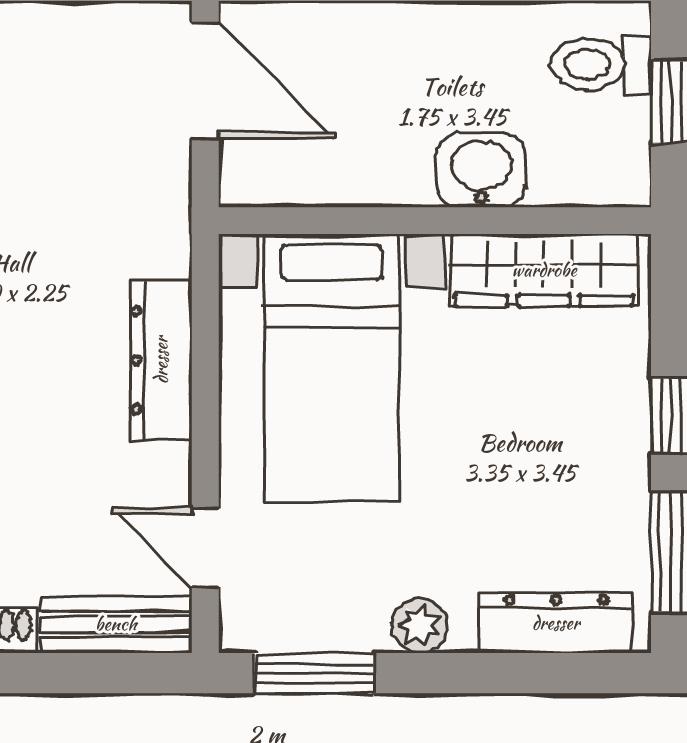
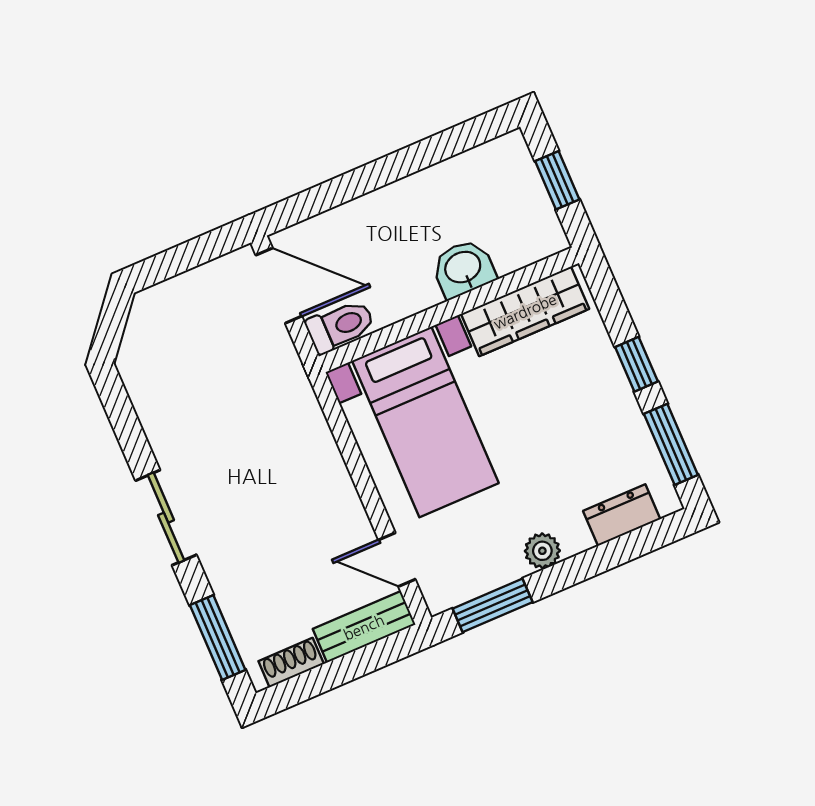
toilet: (601, 64) -> (340, 326), moved, turned 180
dresser: (161, 360) -> (323, 461), removed
dresser: (556, 623) -> (622, 515), width x0.70

